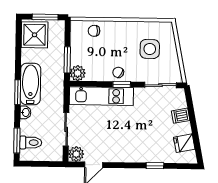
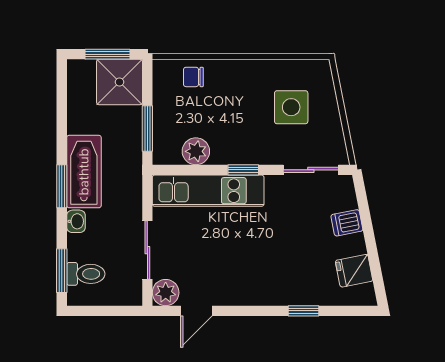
shower: (35, 35) -> (119, 82), moved
chair: (118, 72) -> (237, 149), removed
plant: (78, 73) -> (196, 151), moved

